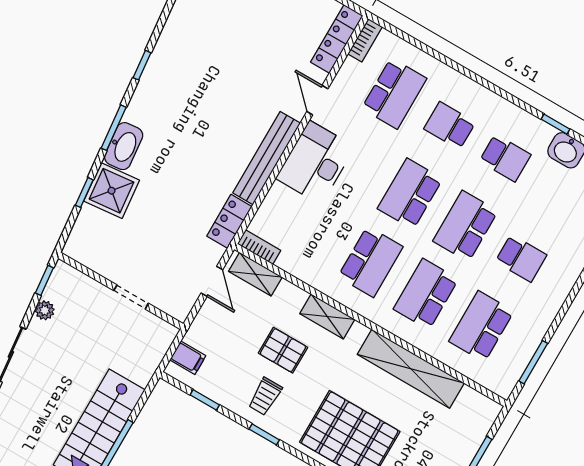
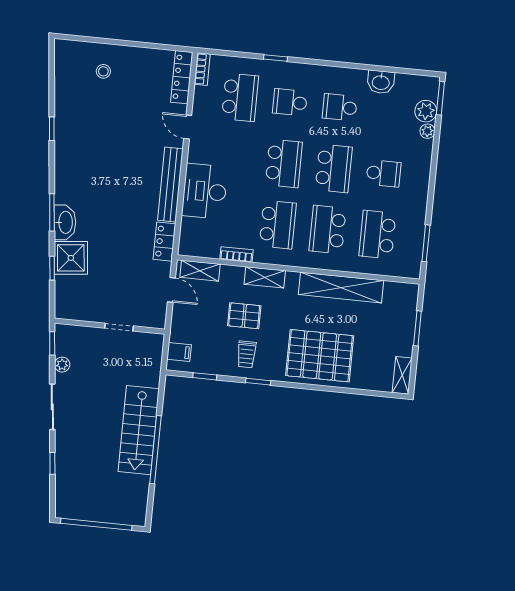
window: (142, 65) -> (52, 129), moved
window: (556, 124) -> (275, 58), moved
school desk: (505, 158) -> (340, 107), turned 180
desk: (315, 163) -> (205, 191), moved
school desk: (410, 194) -> (284, 163), turned 180
school desk: (465, 226) -> (334, 168), turned 180
bookcase: (259, 247) -> (236, 255), moved

